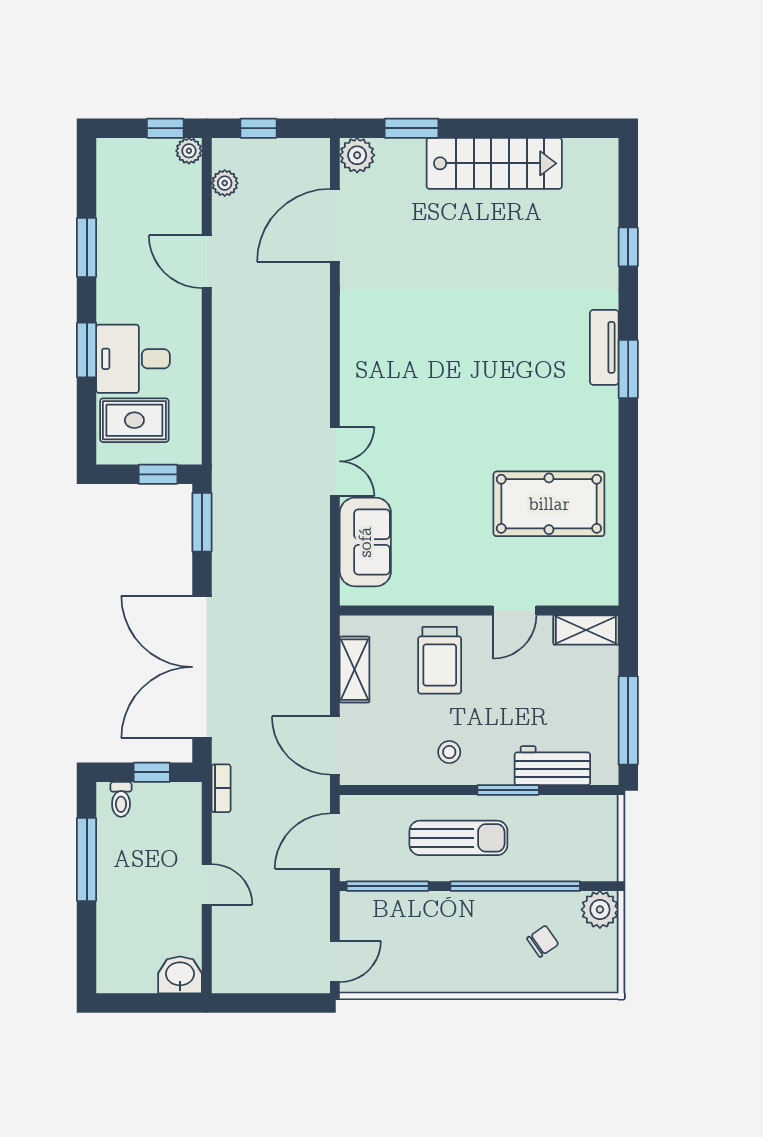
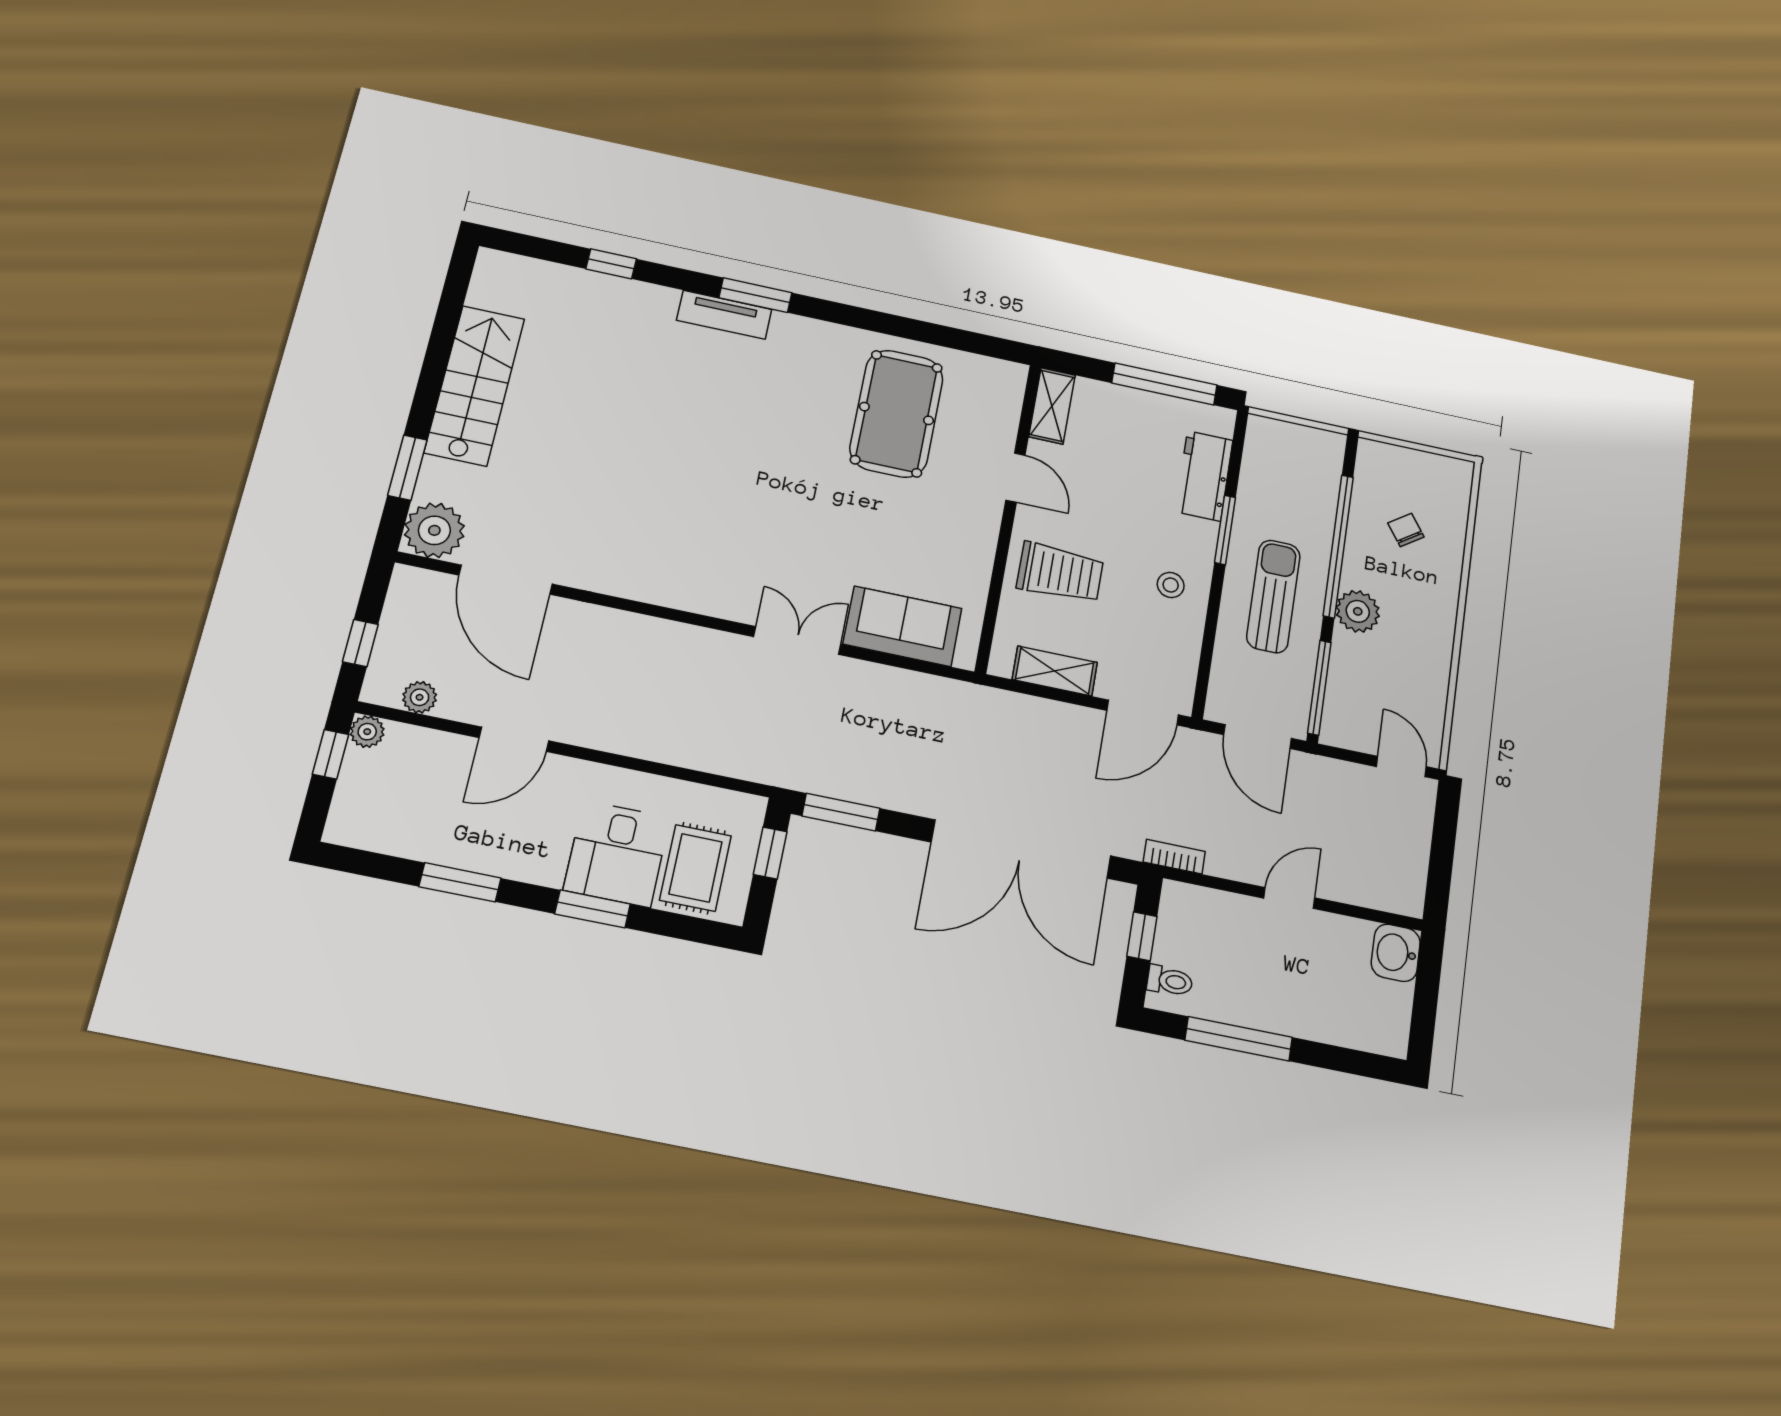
plant: (357, 155) -> (434, 530), width x1.36, depth x1.36
plant: (600, 910) -> (1358, 611), moved

